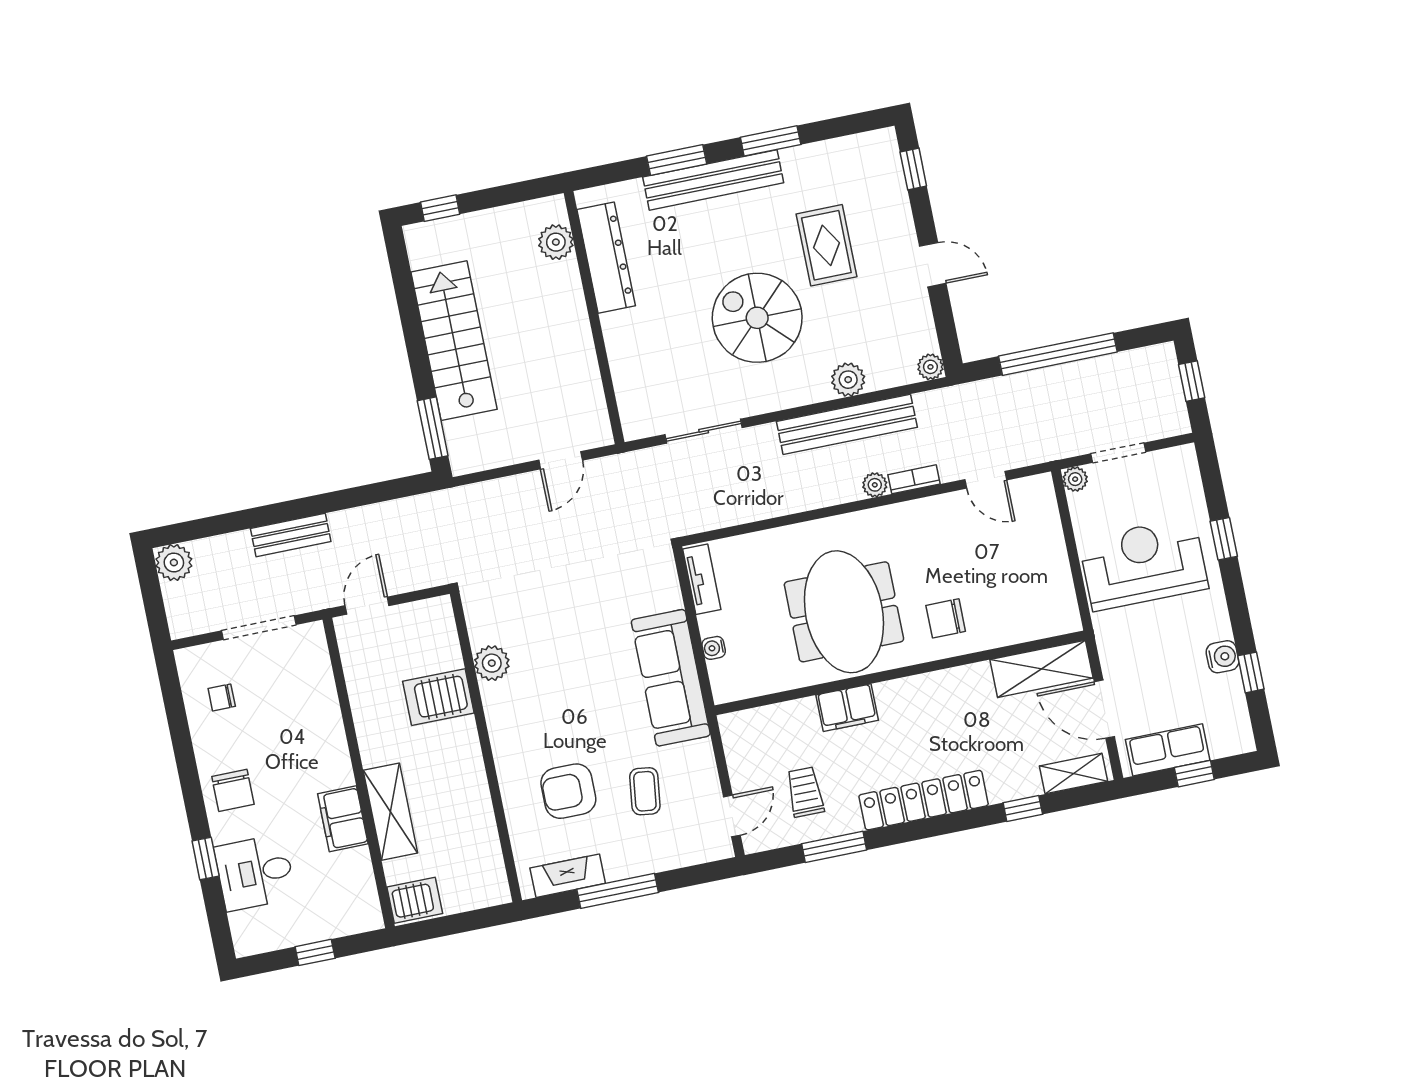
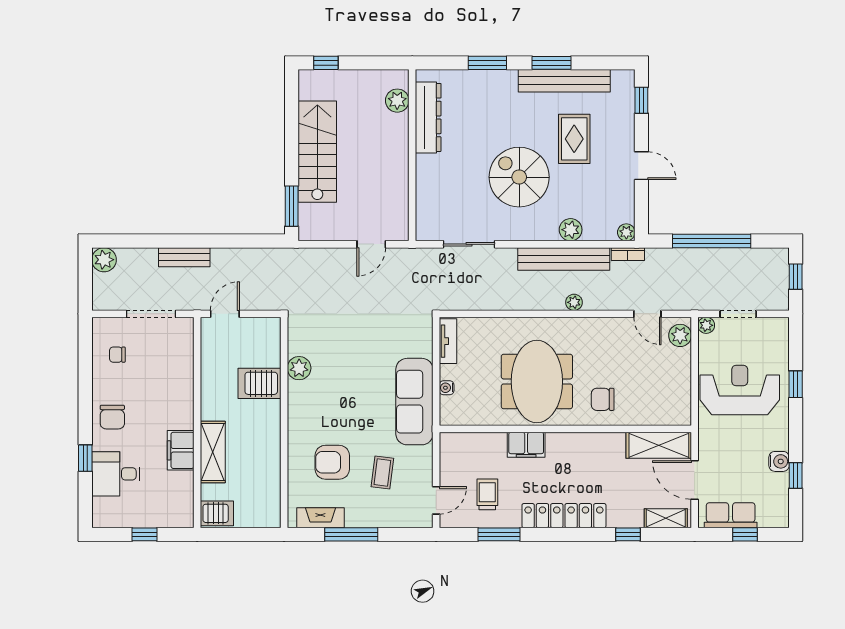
bench: (713, 180) -> (564, 81), moved
bookcase: (914, 479) -> (628, 254), moved, turned 180
plant: (1040, 502) -> (680, 335), added

